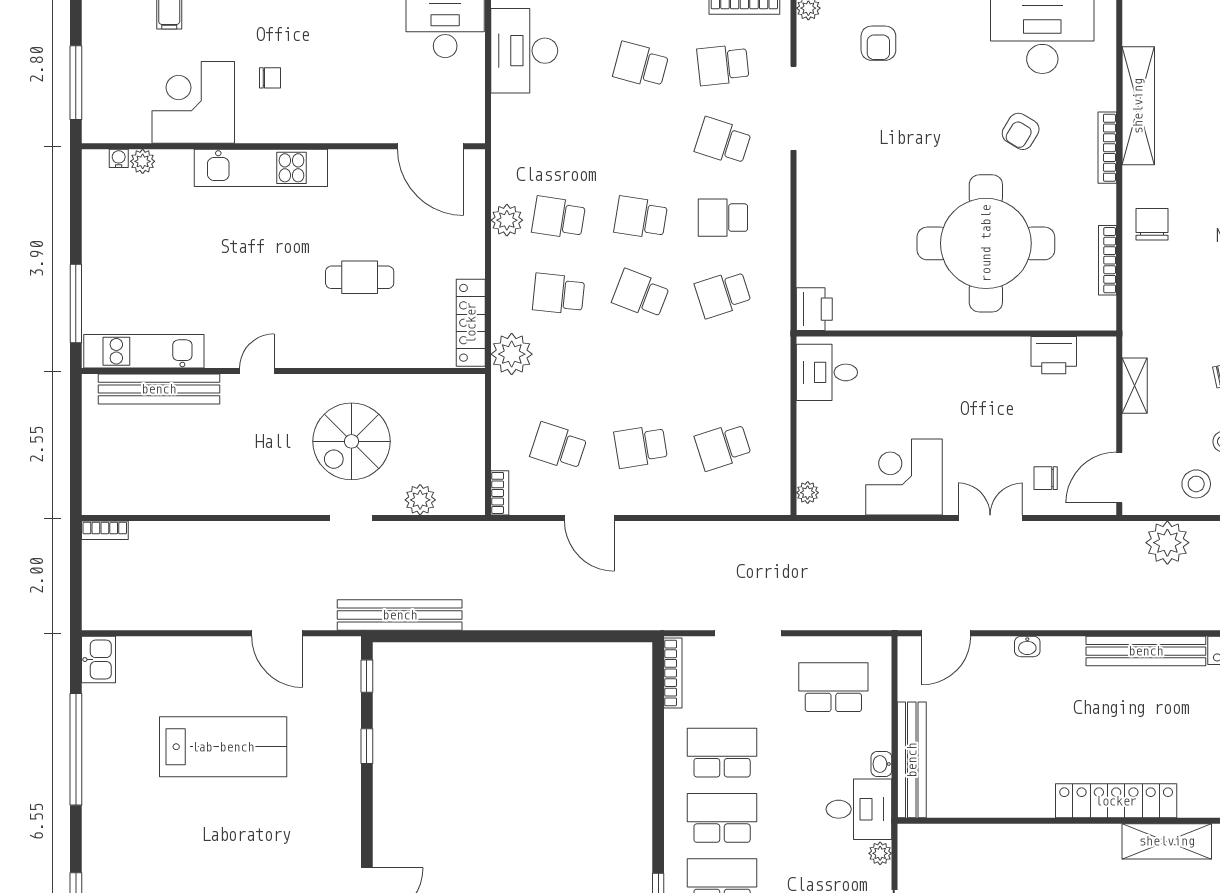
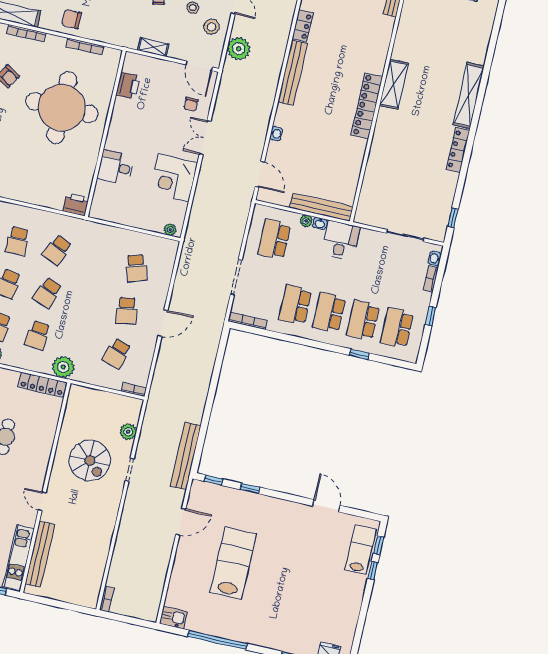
school desk: (723, 294) -> (57, 250), turned 42
desk: (827, 372) -> (116, 167), moved, turned 90
door: (589, 518) -> (163, 323), moved
plant: (880, 853) -> (306, 221), moved

